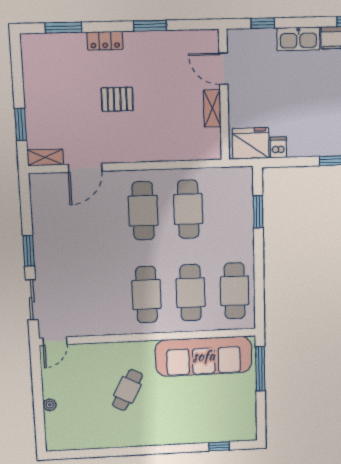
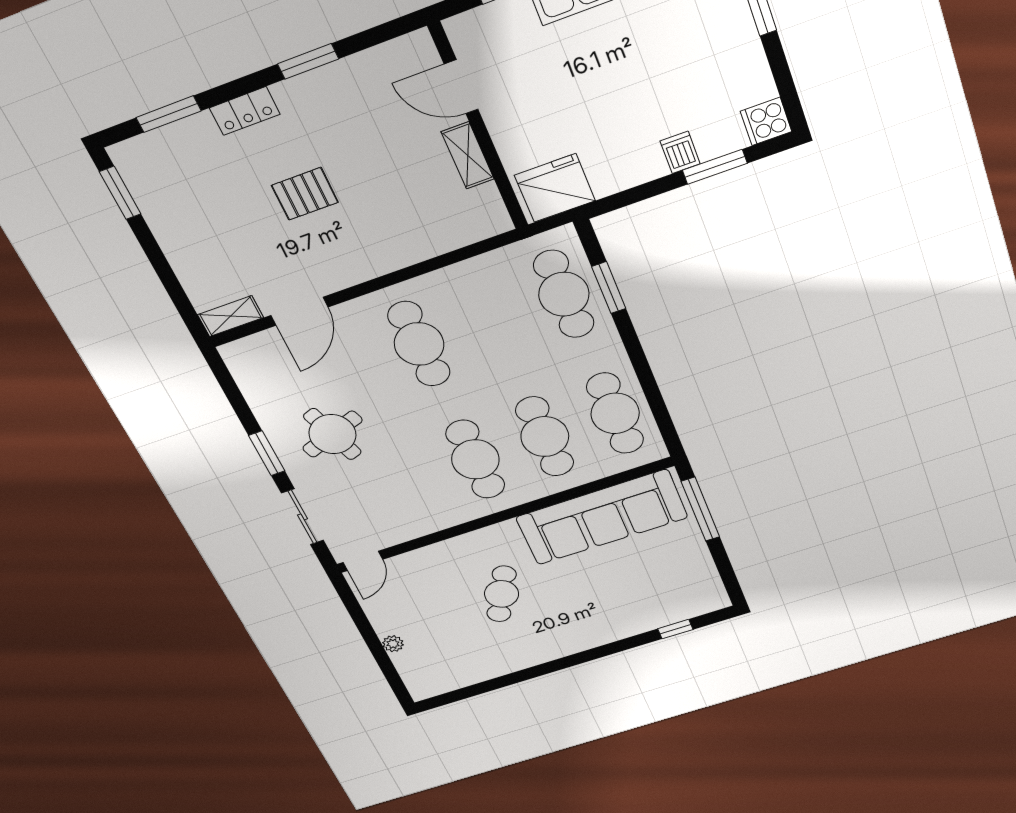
window: (21, 124) -> (120, 193), moved
dishwasher: (278, 147) -> (680, 152), moved
cafe table: (188, 209) -> (564, 294), moved
round table: (72, 251) -> (332, 434), added

